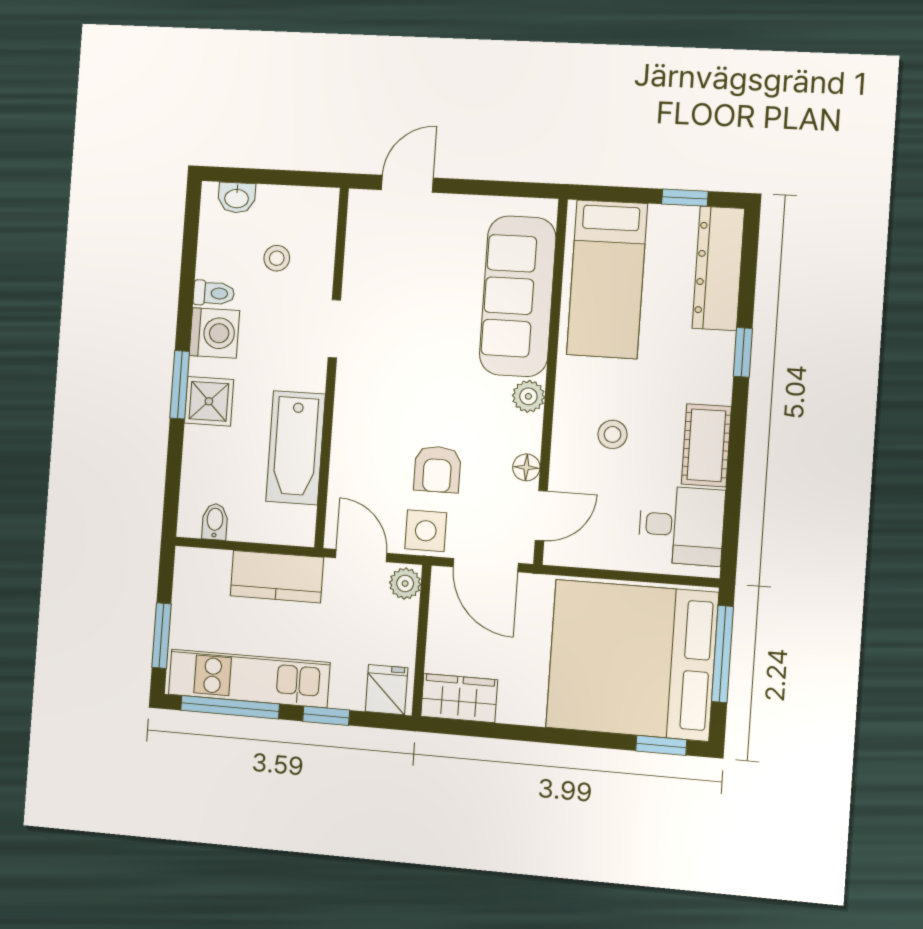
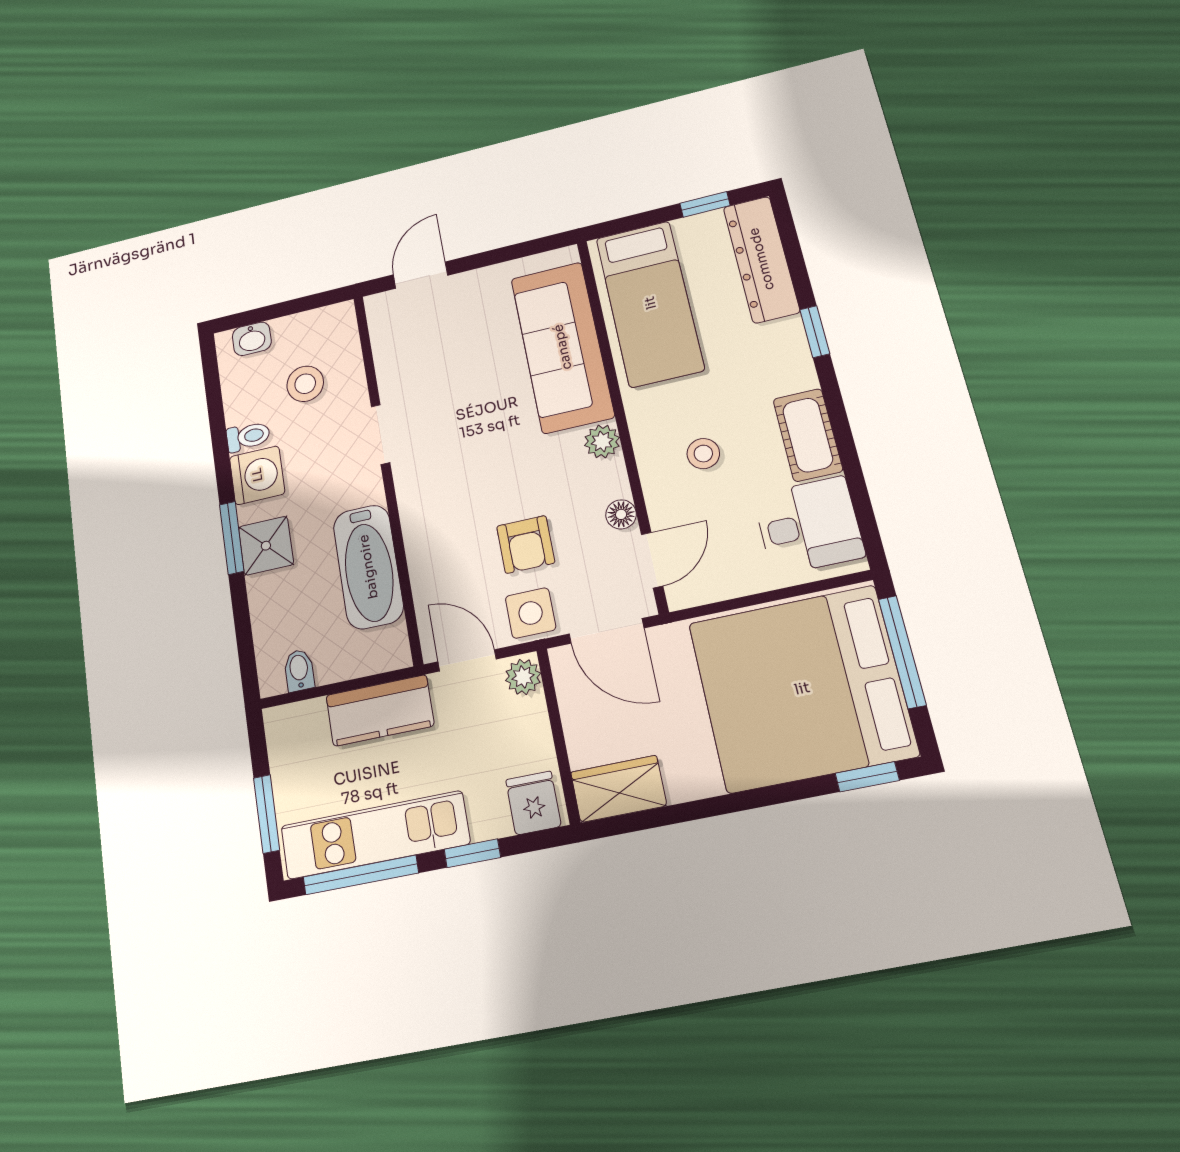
stool: (277, 258) -> (305, 384), width x1.37, depth x1.37

